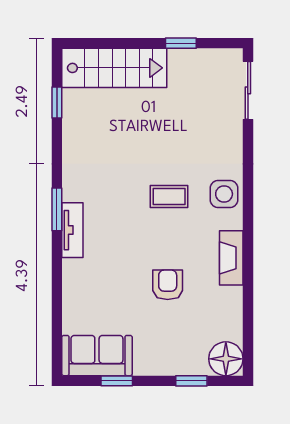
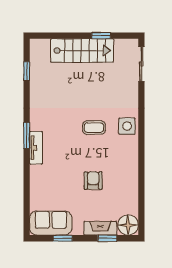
stairs: (114, 68) -> (82, 50), moved
fireplace: (231, 258) -> (100, 228), moved, turned 90

